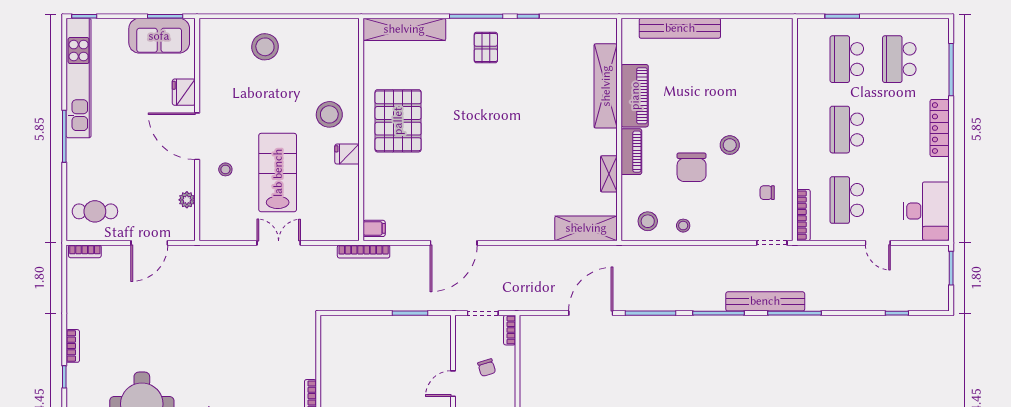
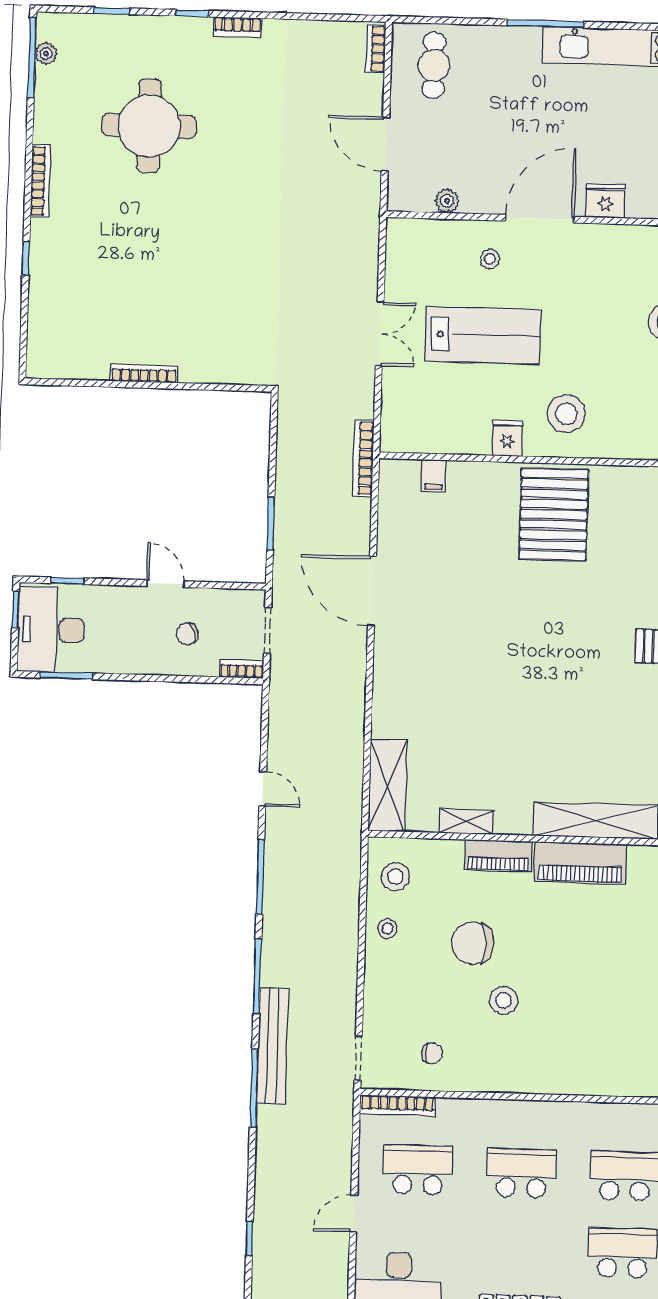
pallet: (398, 121) -> (554, 514), turned 90
chair: (767, 193) -> (432, 1053), turned 90
filing cabinet: (374, 228) -> (434, 476), moved
door: (591, 313) -> (263, 789), width x0.53

